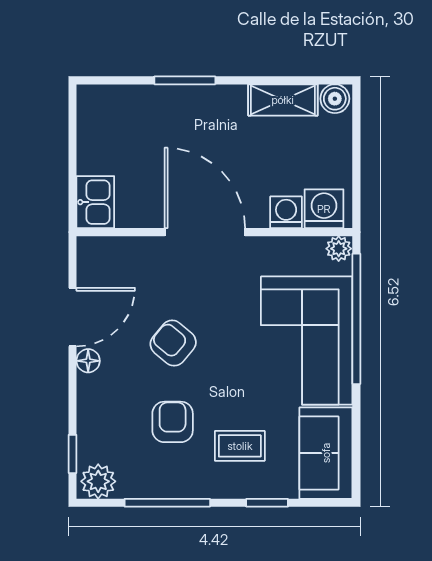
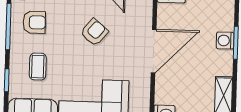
washing machine: (286, 212) -> (225, 41), moved, turned 180
armchair: (173, 422) -> (34, 22), moved

